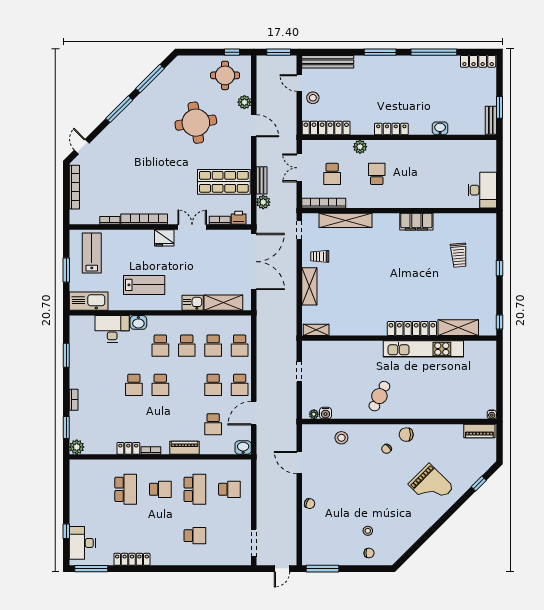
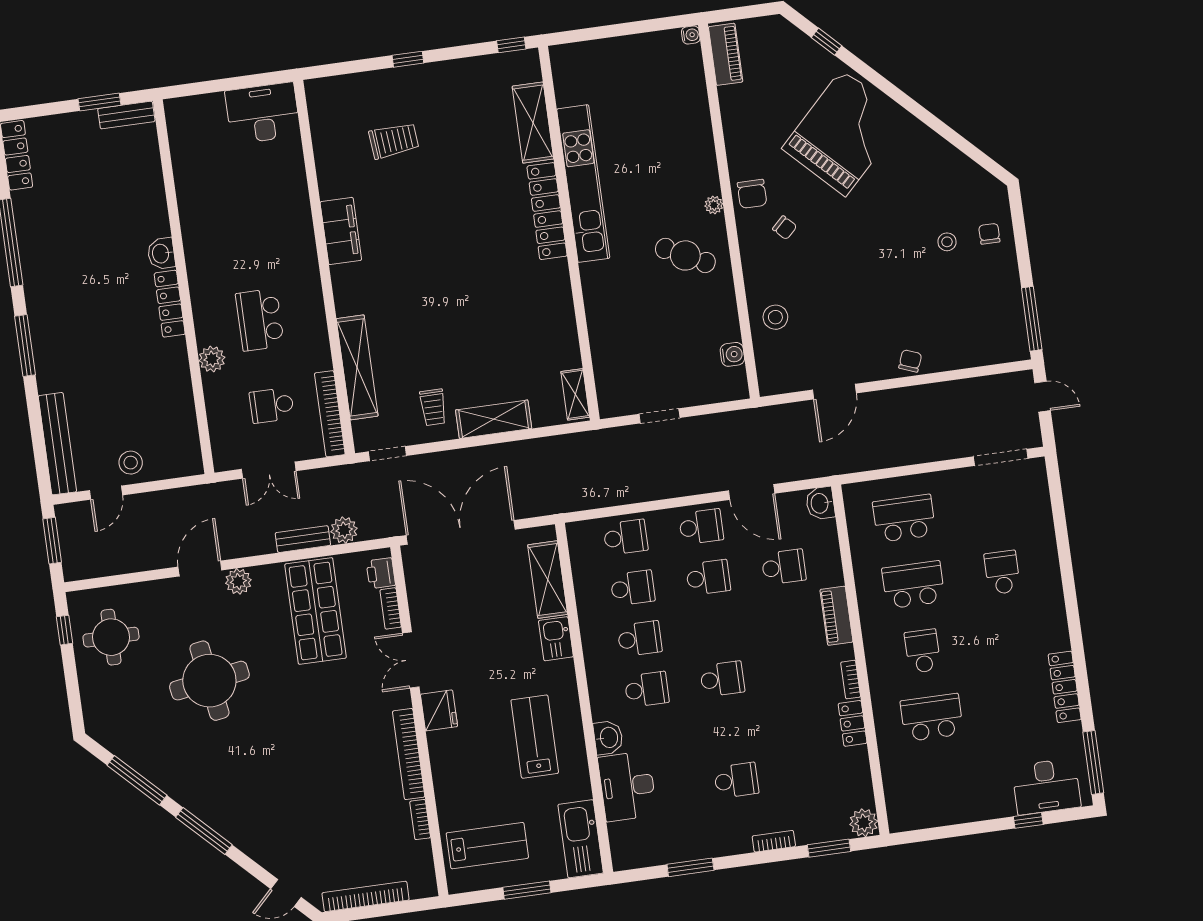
plant: (244, 102) -> (238, 581), moved
locker: (326, 128) -> (185, 429), removed
washbasin: (440, 128) -> (161, 254), moved
school desk: (332, 174) -> (272, 405), turned 180
school desk: (377, 174) -> (260, 320), width x1.85
lab bench: (92, 253) -> (487, 846), turned 180
school desk: (134, 385) -> (736, 780), moved
plant: (314, 414) -> (714, 205), moved
grand piano: (431, 486) -> (844, 133), width x1.37, depth x1.48
school desk: (229, 489) -> (904, 518), width x1.85

